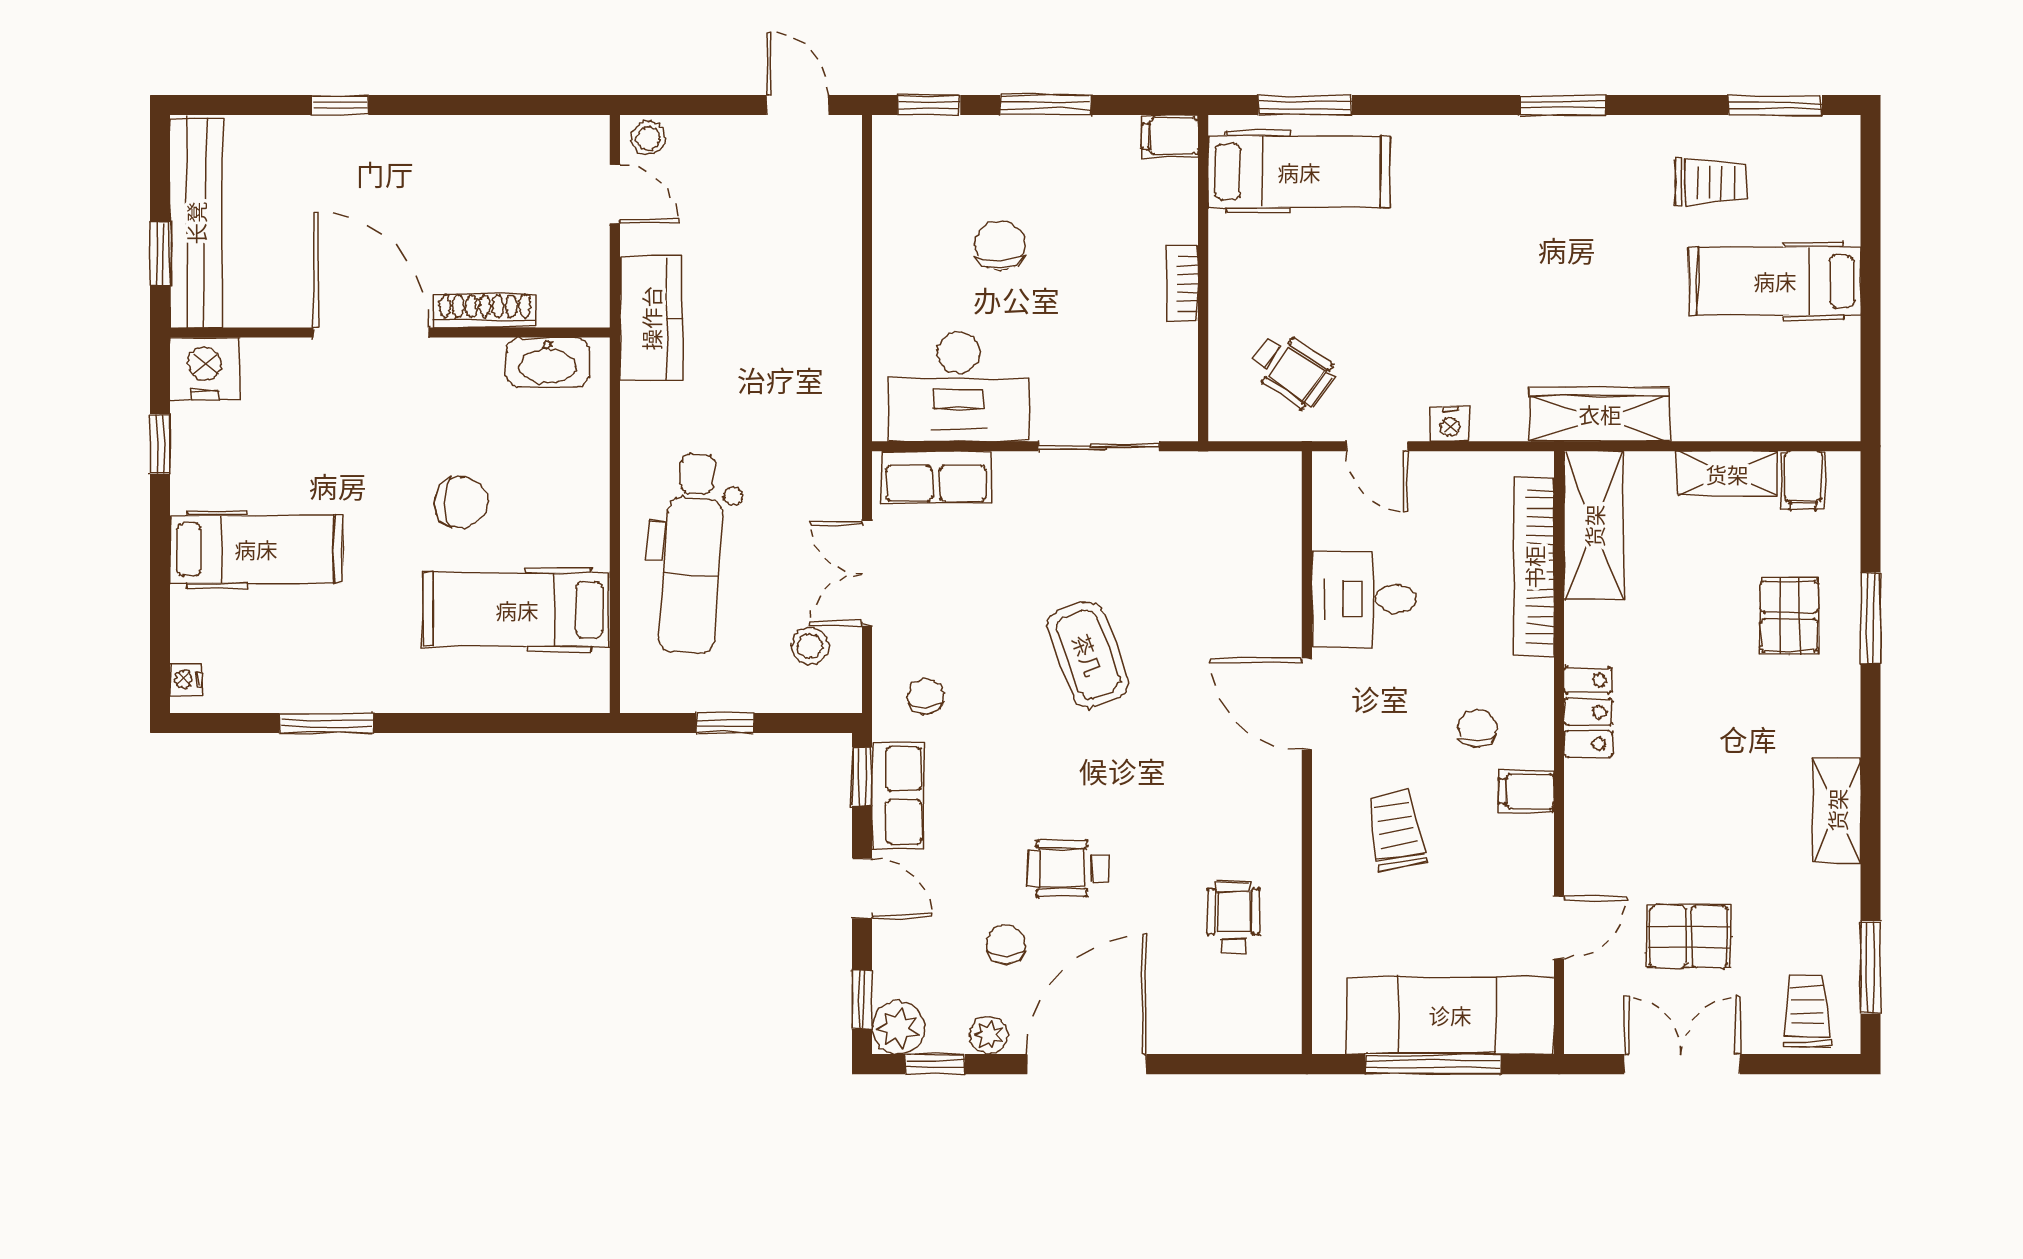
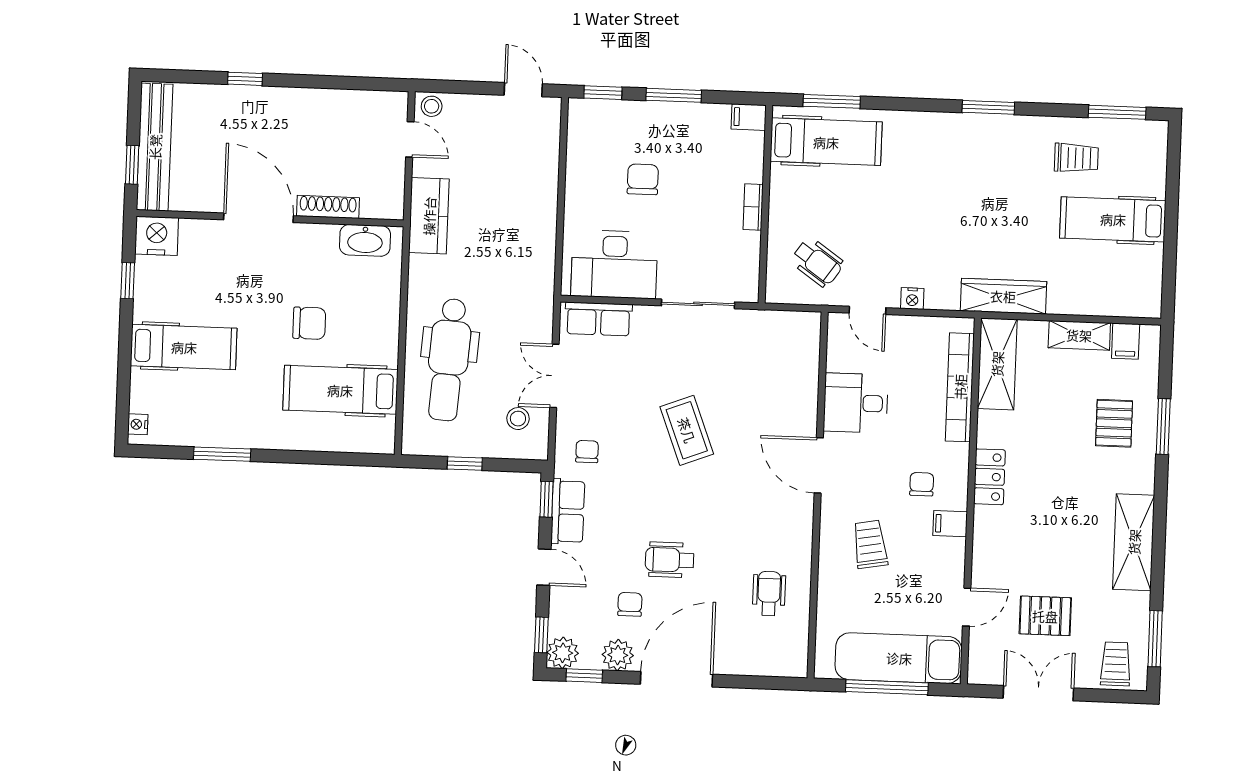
shelving: (1837, 810) -> (1134, 542), width x1.50, depth x1.33
plant: (989, 1035) -> (618, 655), width x1.38, depth x1.38

